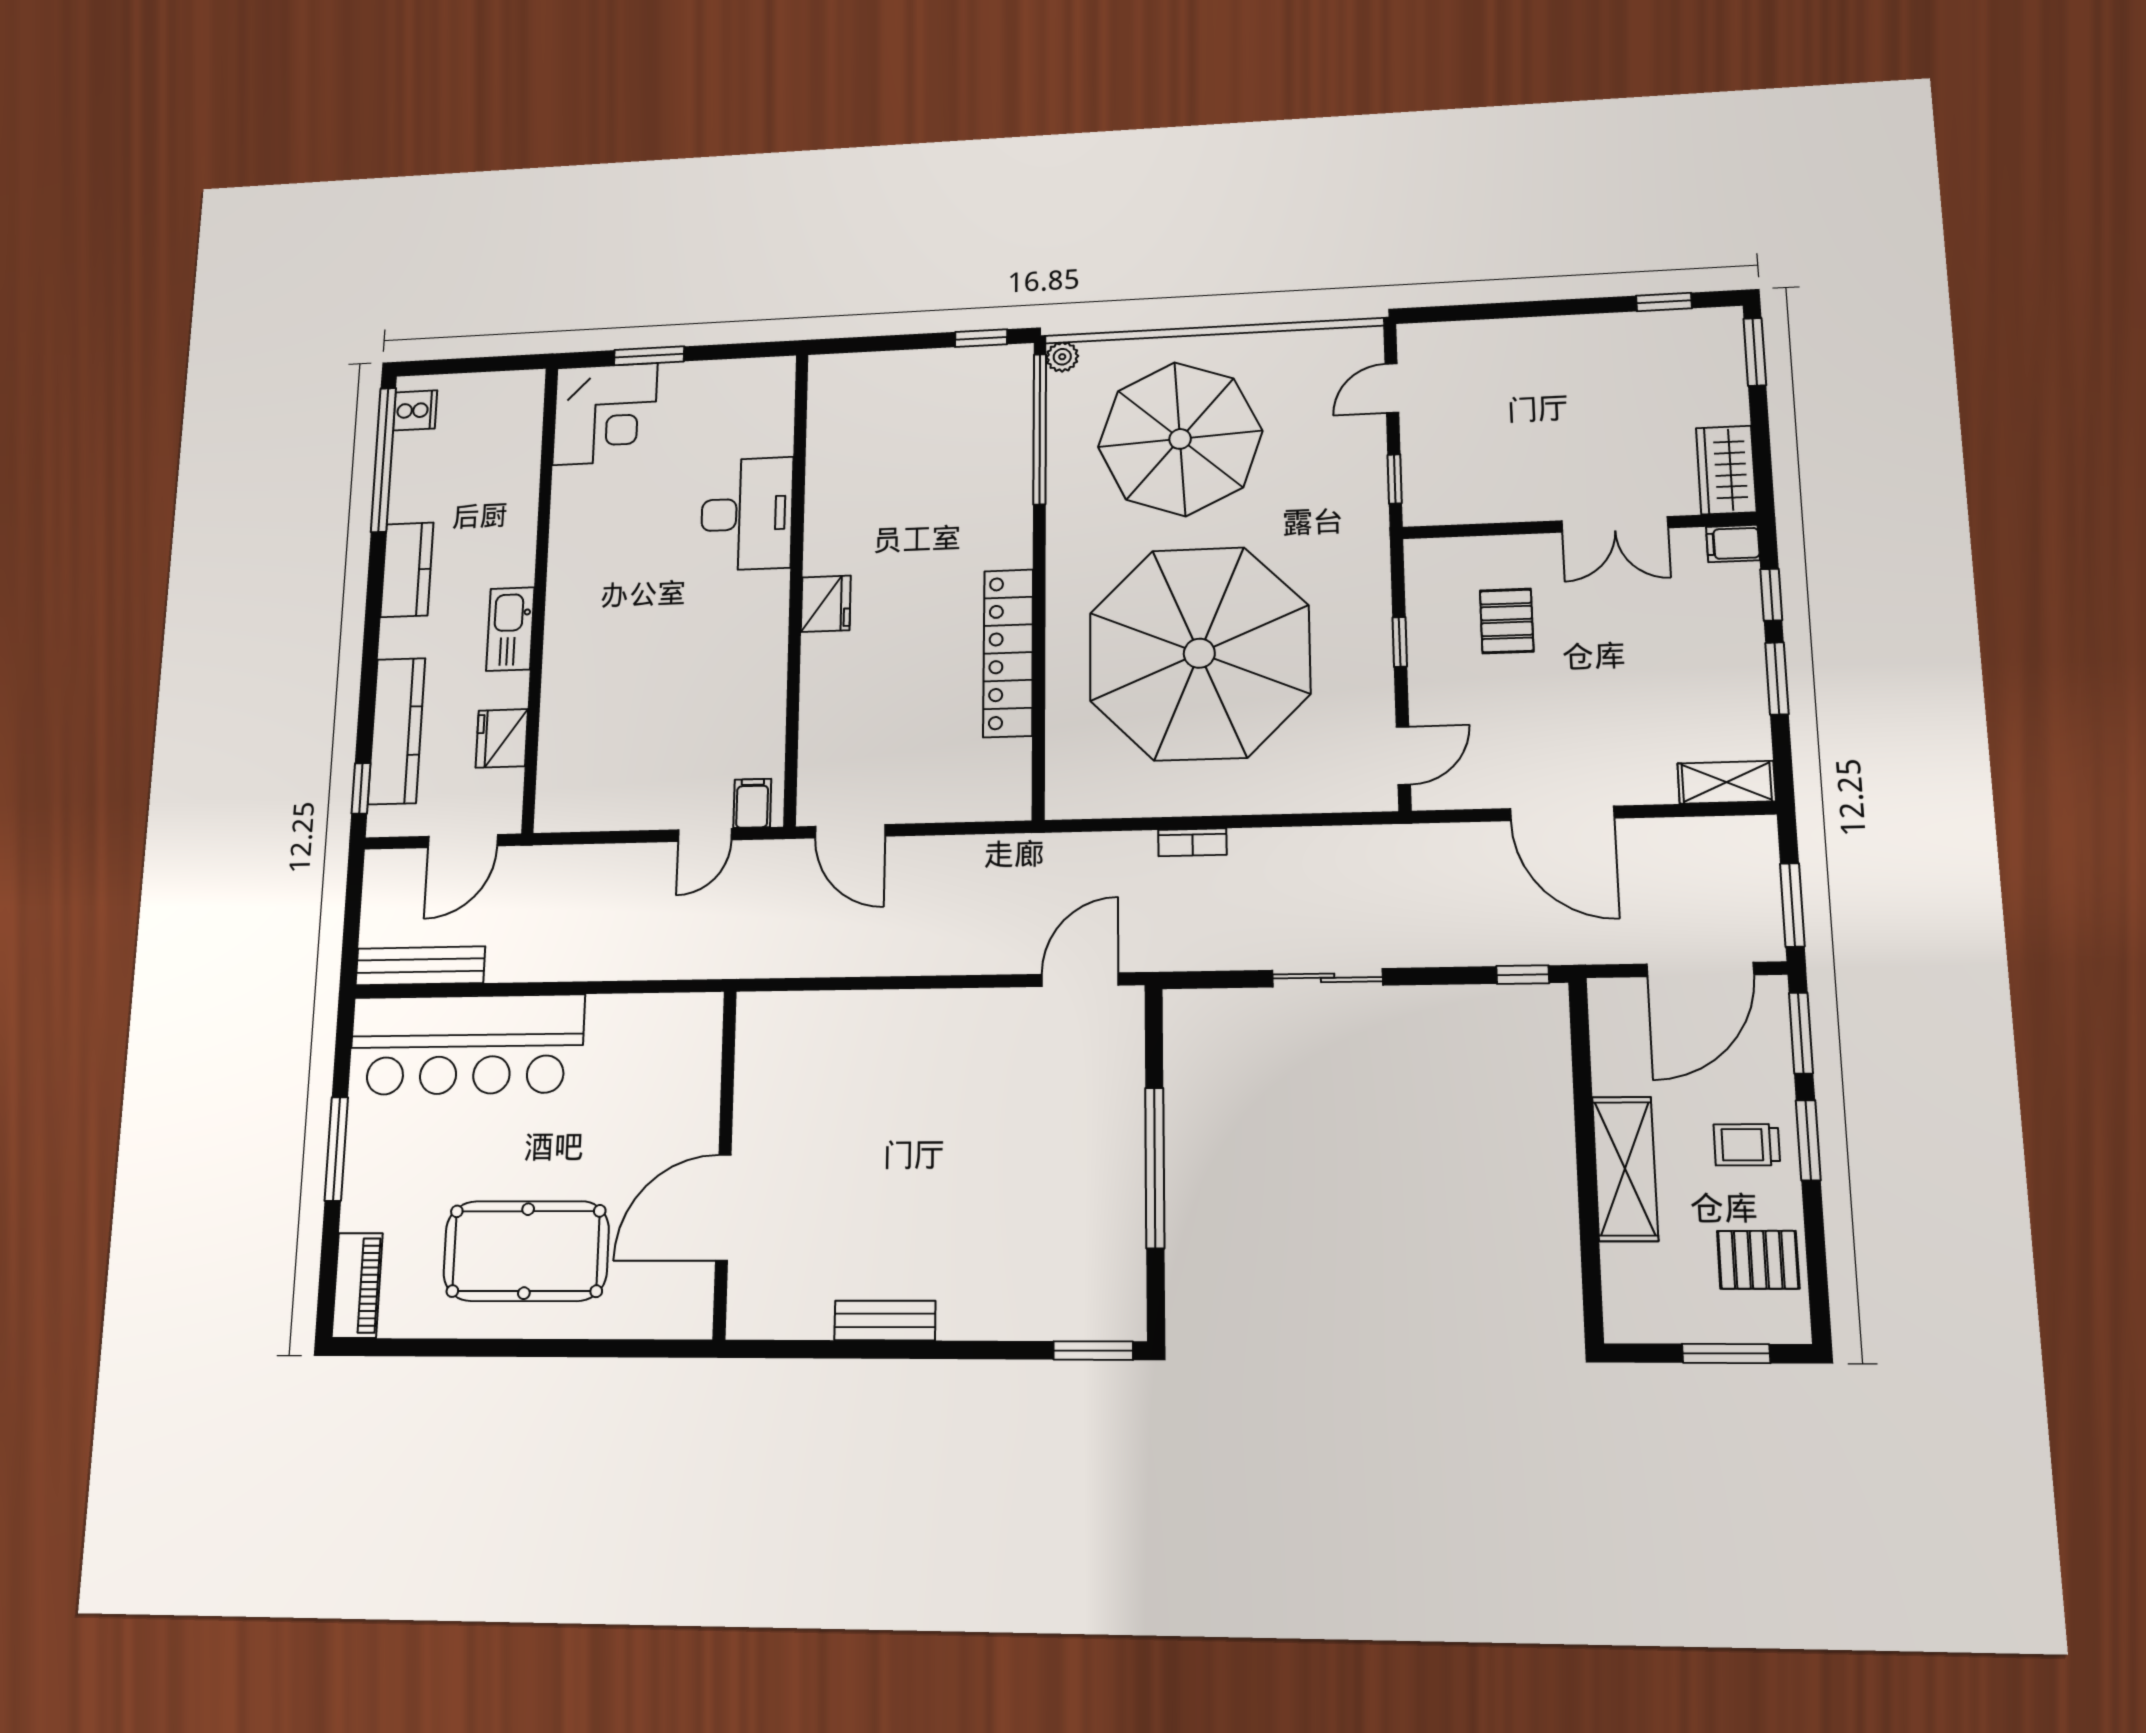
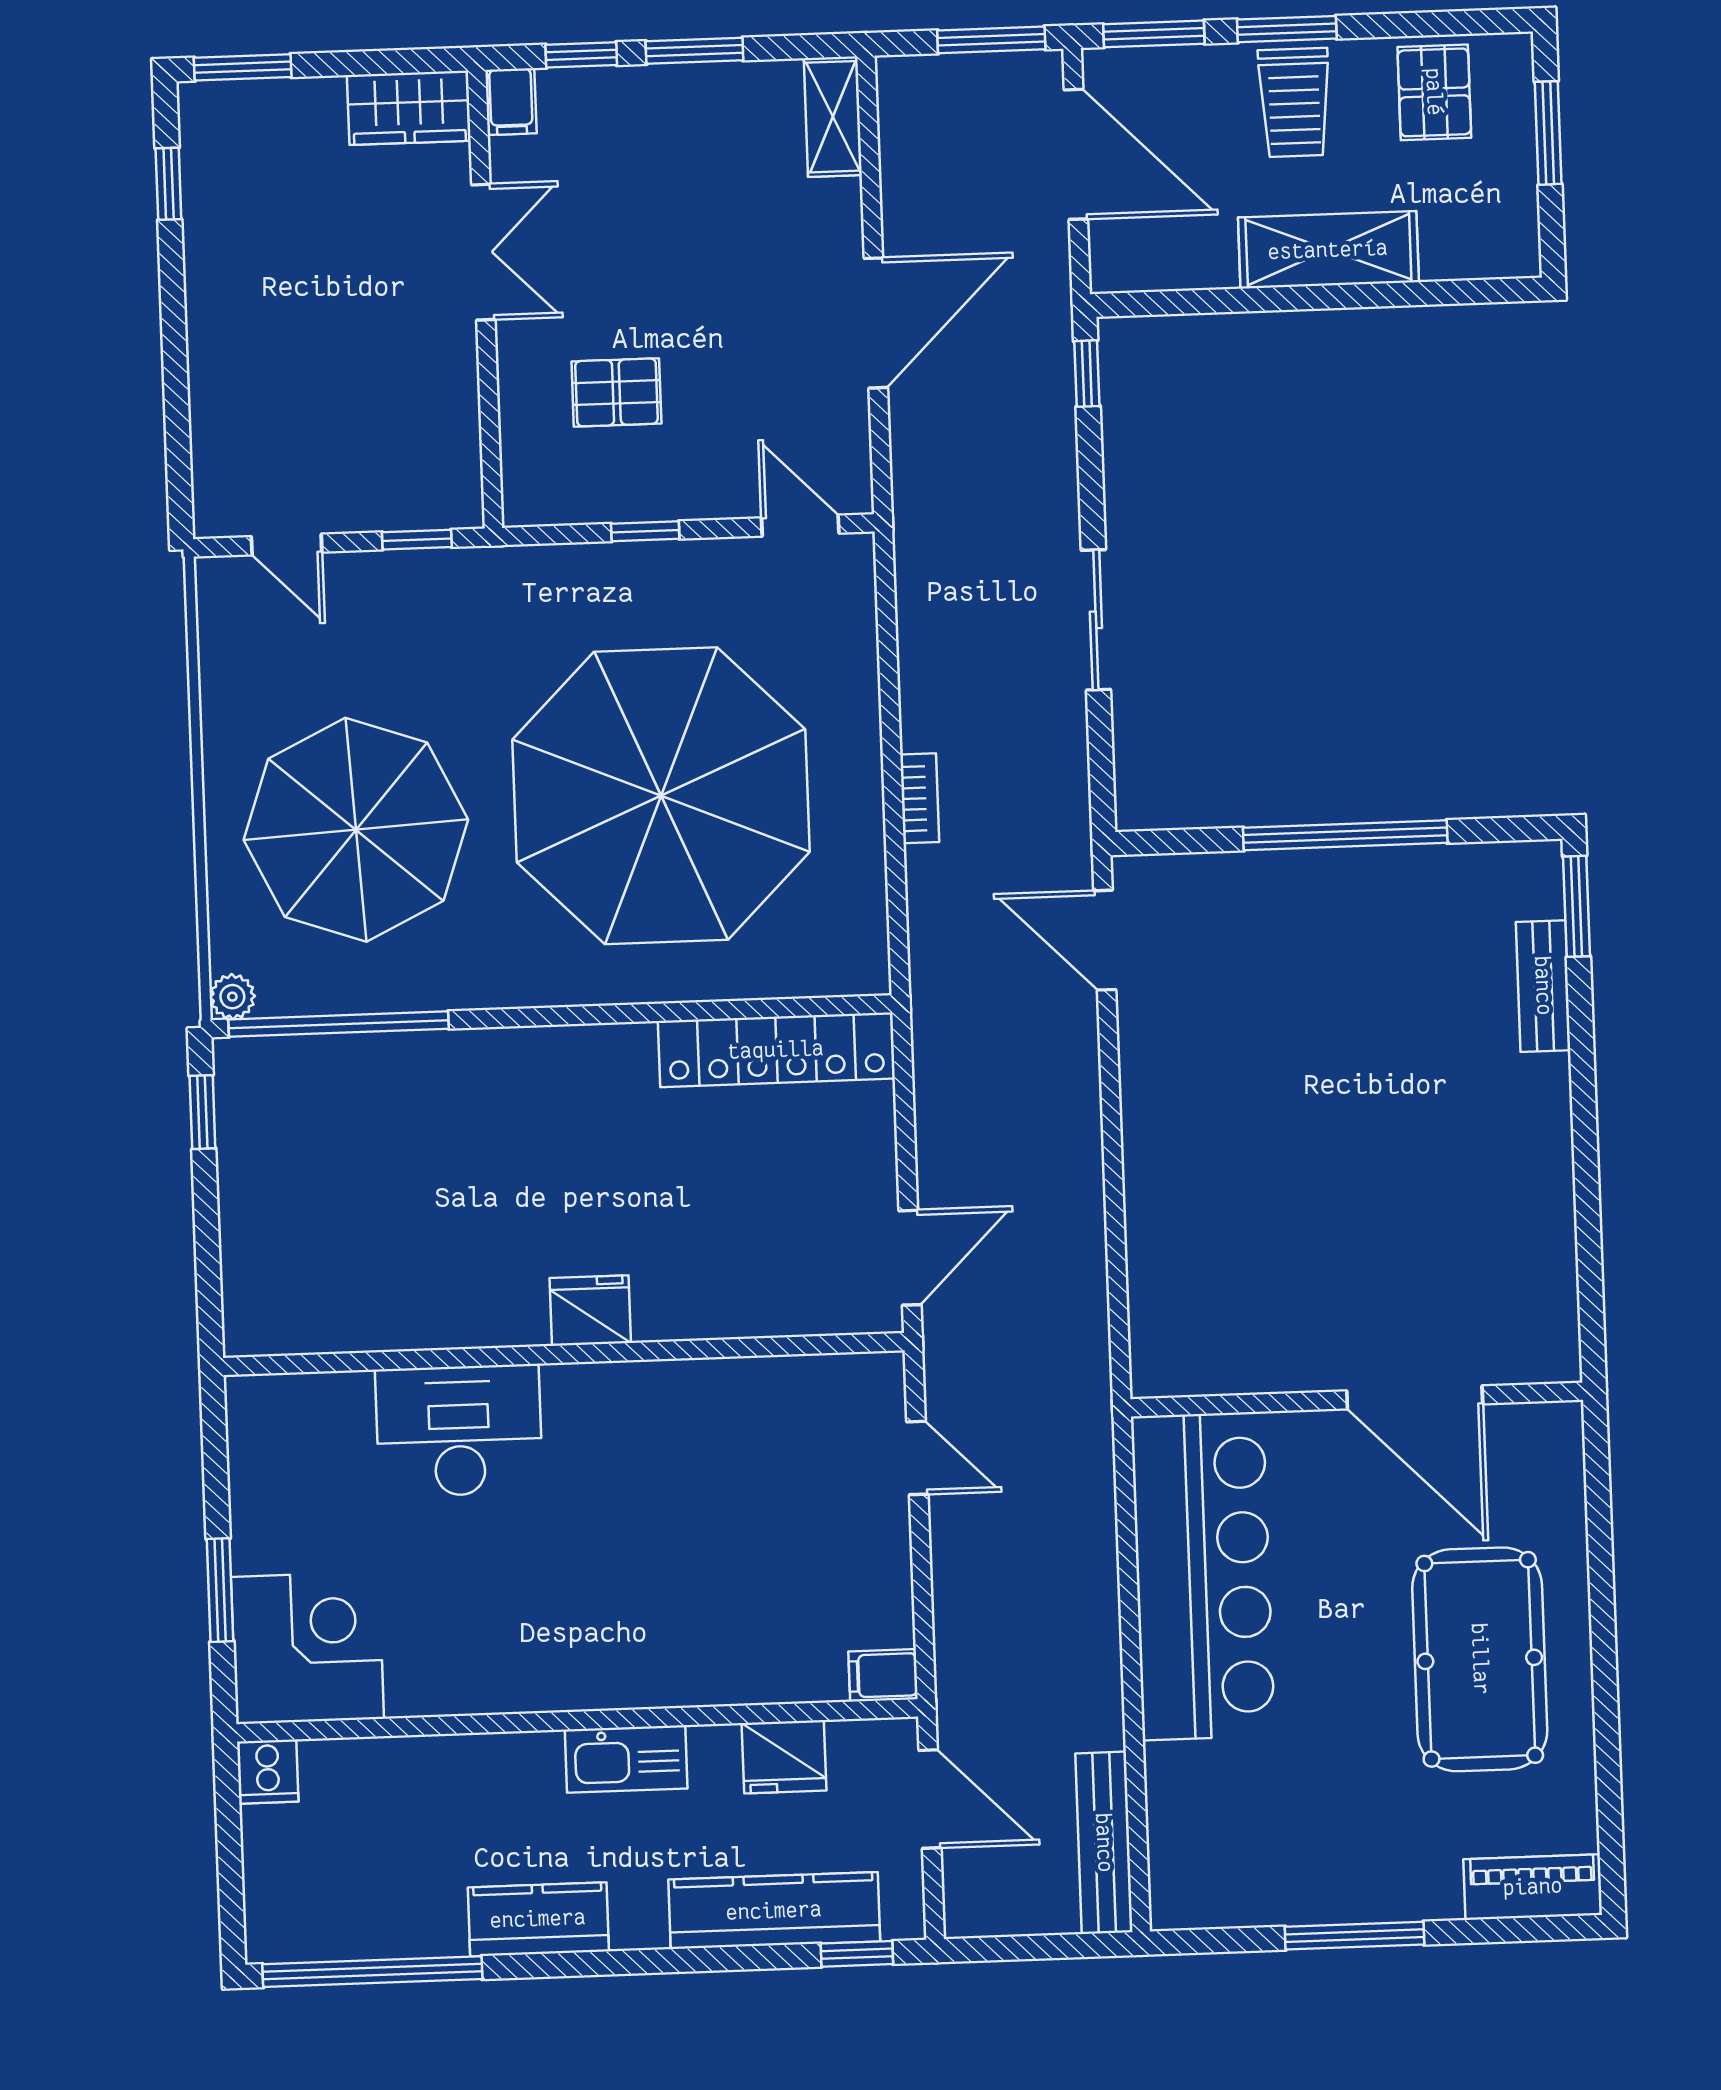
cooker: (415, 410) -> (268, 1772), moved, turned 180
locker: (1008, 653) -> (776, 1050), moved
filing cabinet: (752, 803) -> (883, 1675), moved
bar counter: (466, 1045) -> (1203, 1576), moved
trolley: (1747, 1145) -> (1294, 103), width x1.36, depth x1.39
bench: (885, 1320) -> (1543, 986), moved

